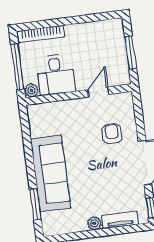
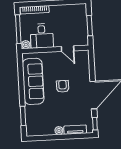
door: (98, 92) -> (68, 49), swing flipped
armchair: (112, 134) -> (63, 86), moved
sofa: (51, 174) -> (33, 81), moved

